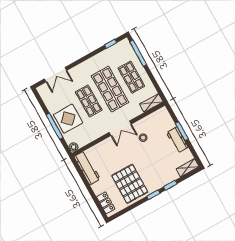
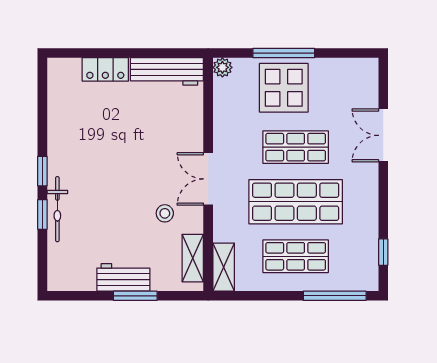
double door: (56, 75) -> (383, 135), moved
shelving: (188, 168) -> (193, 258), moved
bicycle: (165, 181) -> (57, 209), added
pallet: (130, 184) -> (89, 137), removed
locker: (106, 203) -> (105, 69), moved

